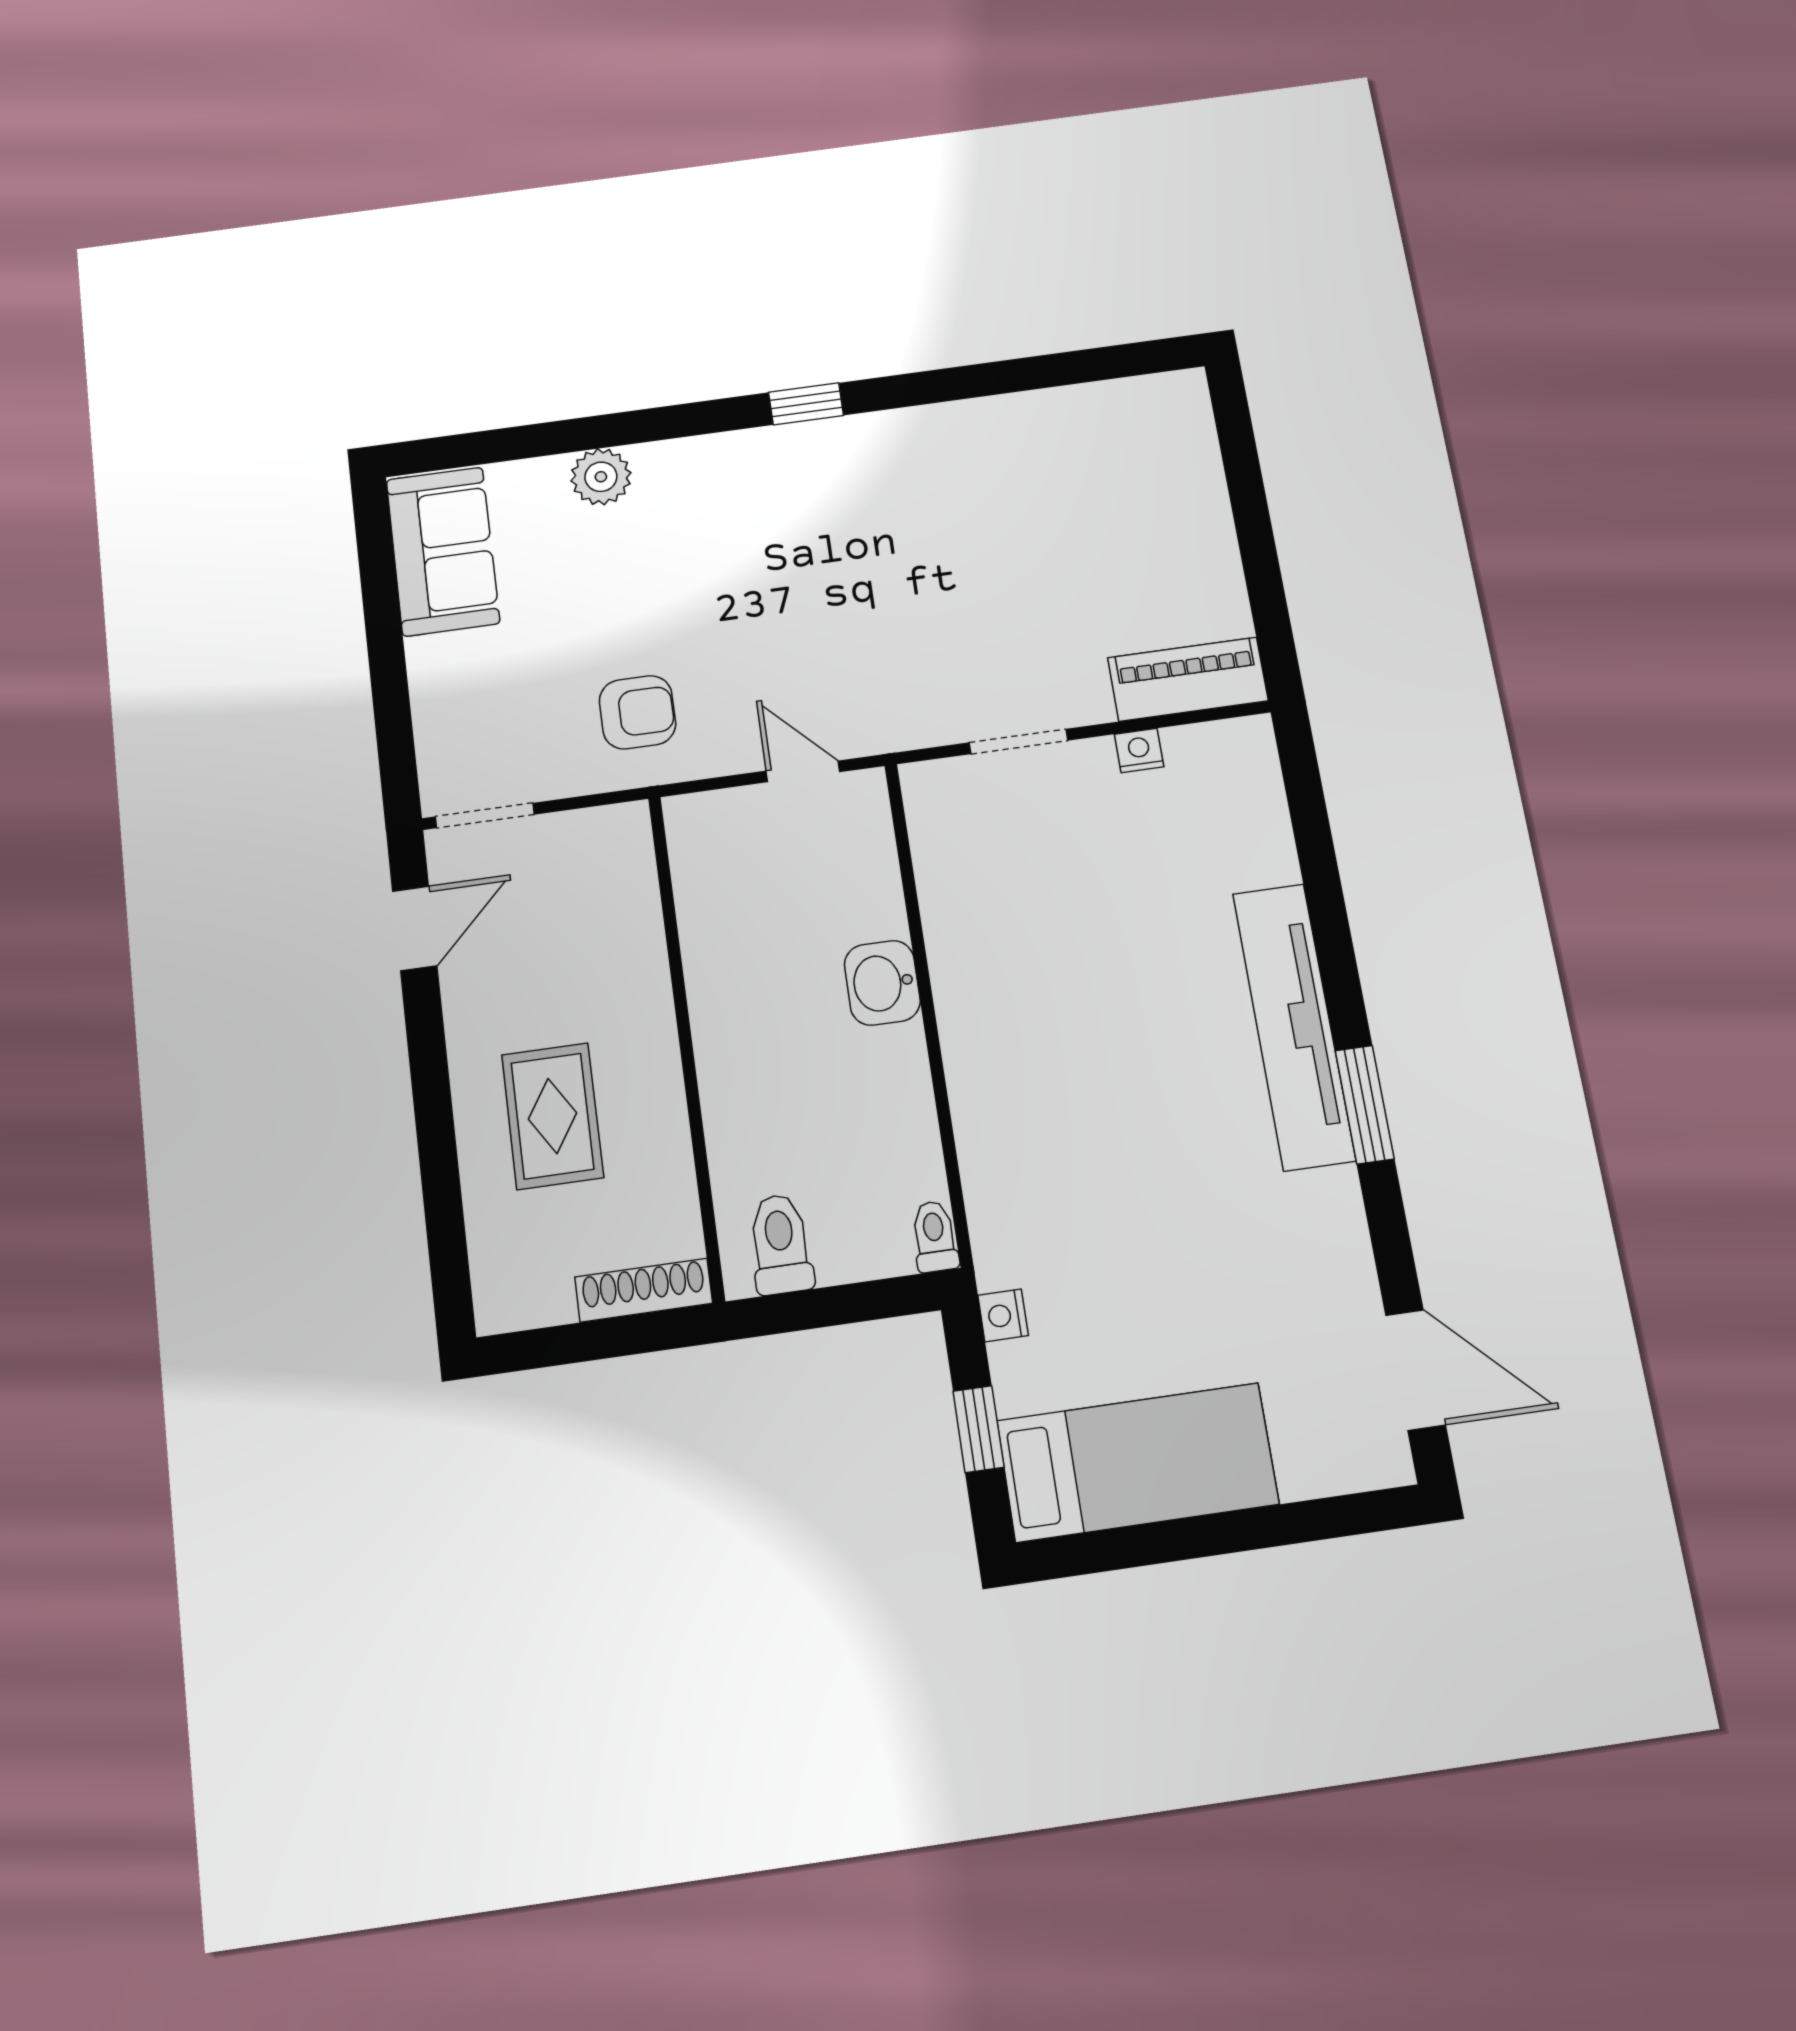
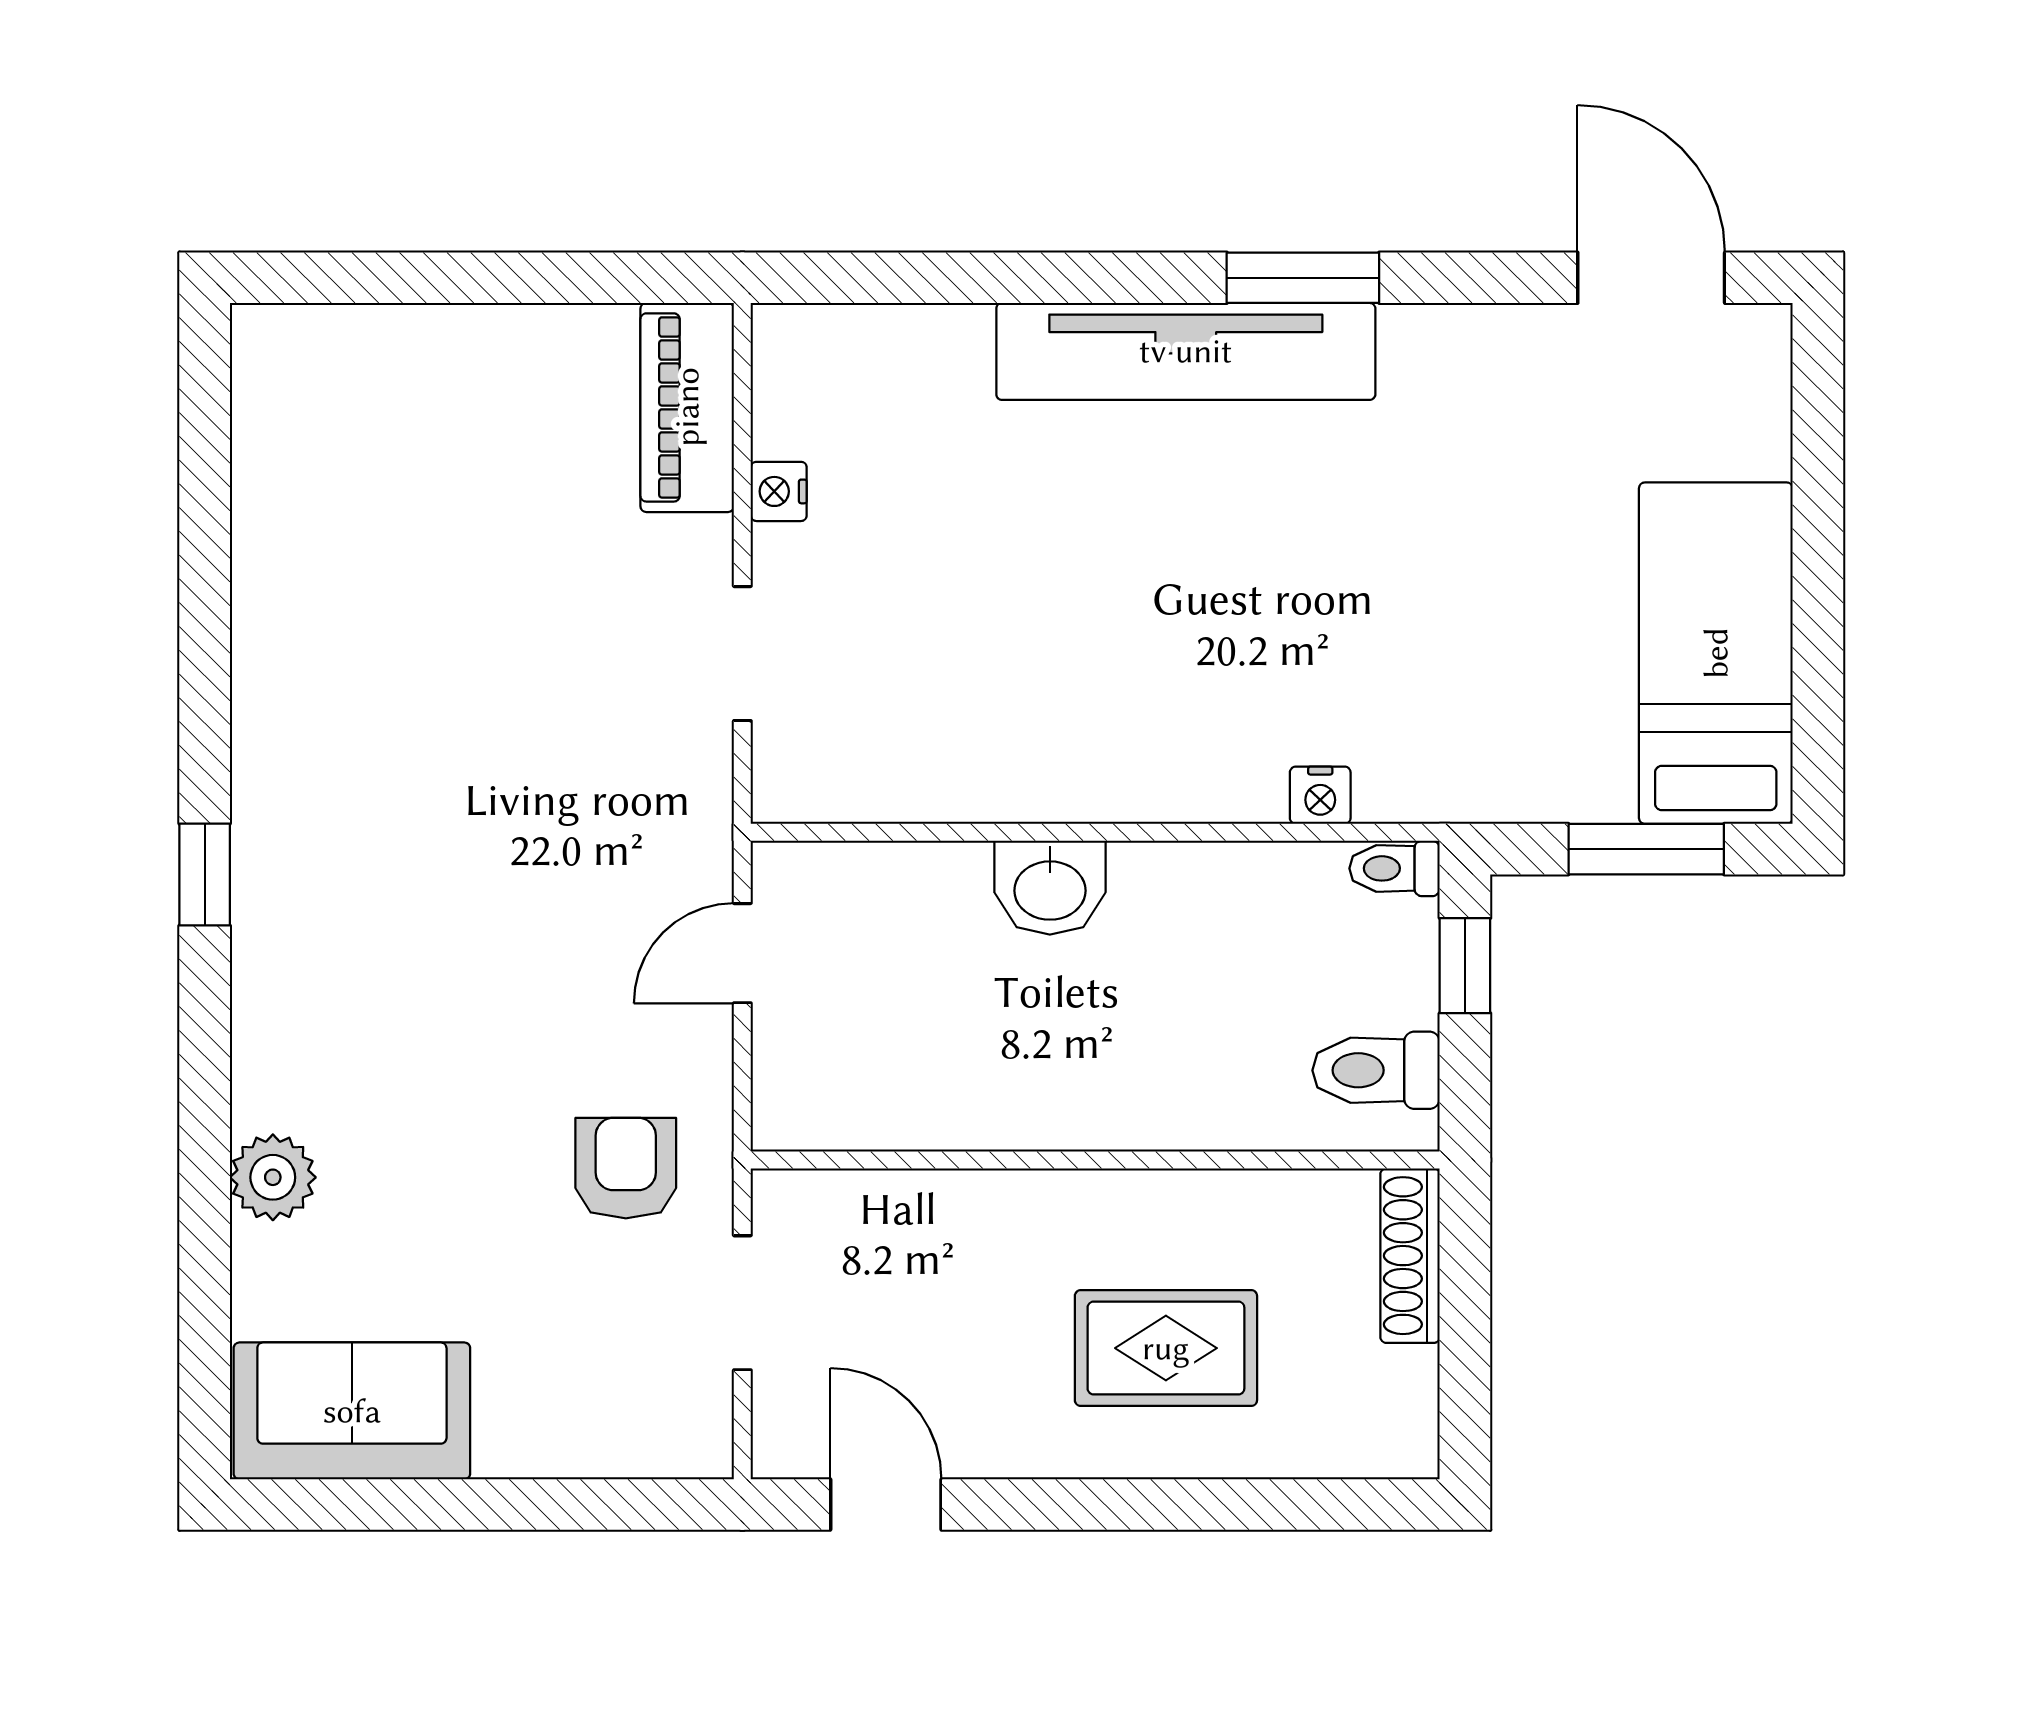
doorway: (485, 816) -> (742, 1303), moved
window: (869, 1301) -> (1465, 966), added
nightstand: (1003, 1315) -> (1320, 795), moved
door: (1416, 1370) -> (1651, 278), hinge flipped
window: (978, 1429) -> (1646, 849), width x1.50

